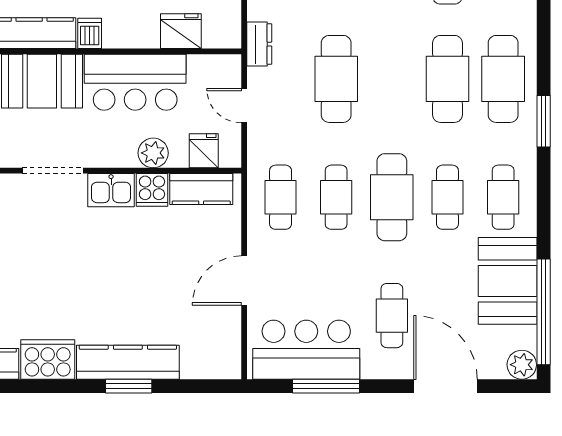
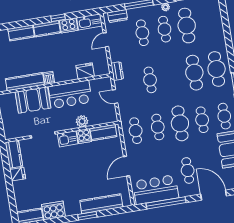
cafe table: (336, 79) -> (150, 80), width x0.73, depth x0.74
fridge: (204, 151) -> (102, 117), removed
kitchen counter: (128, 362) -> (101, 204), moved
window: (326, 386) -> (166, 203), width x1.46

